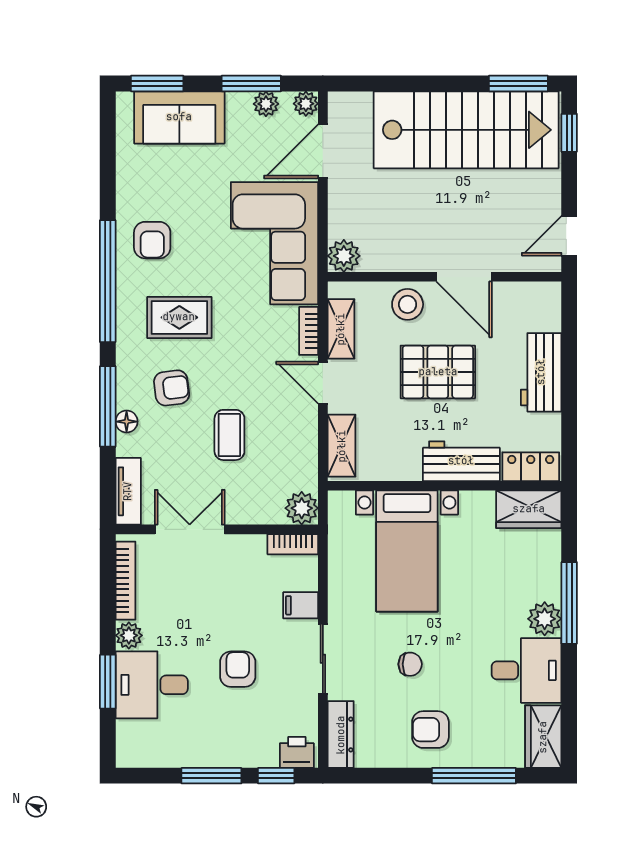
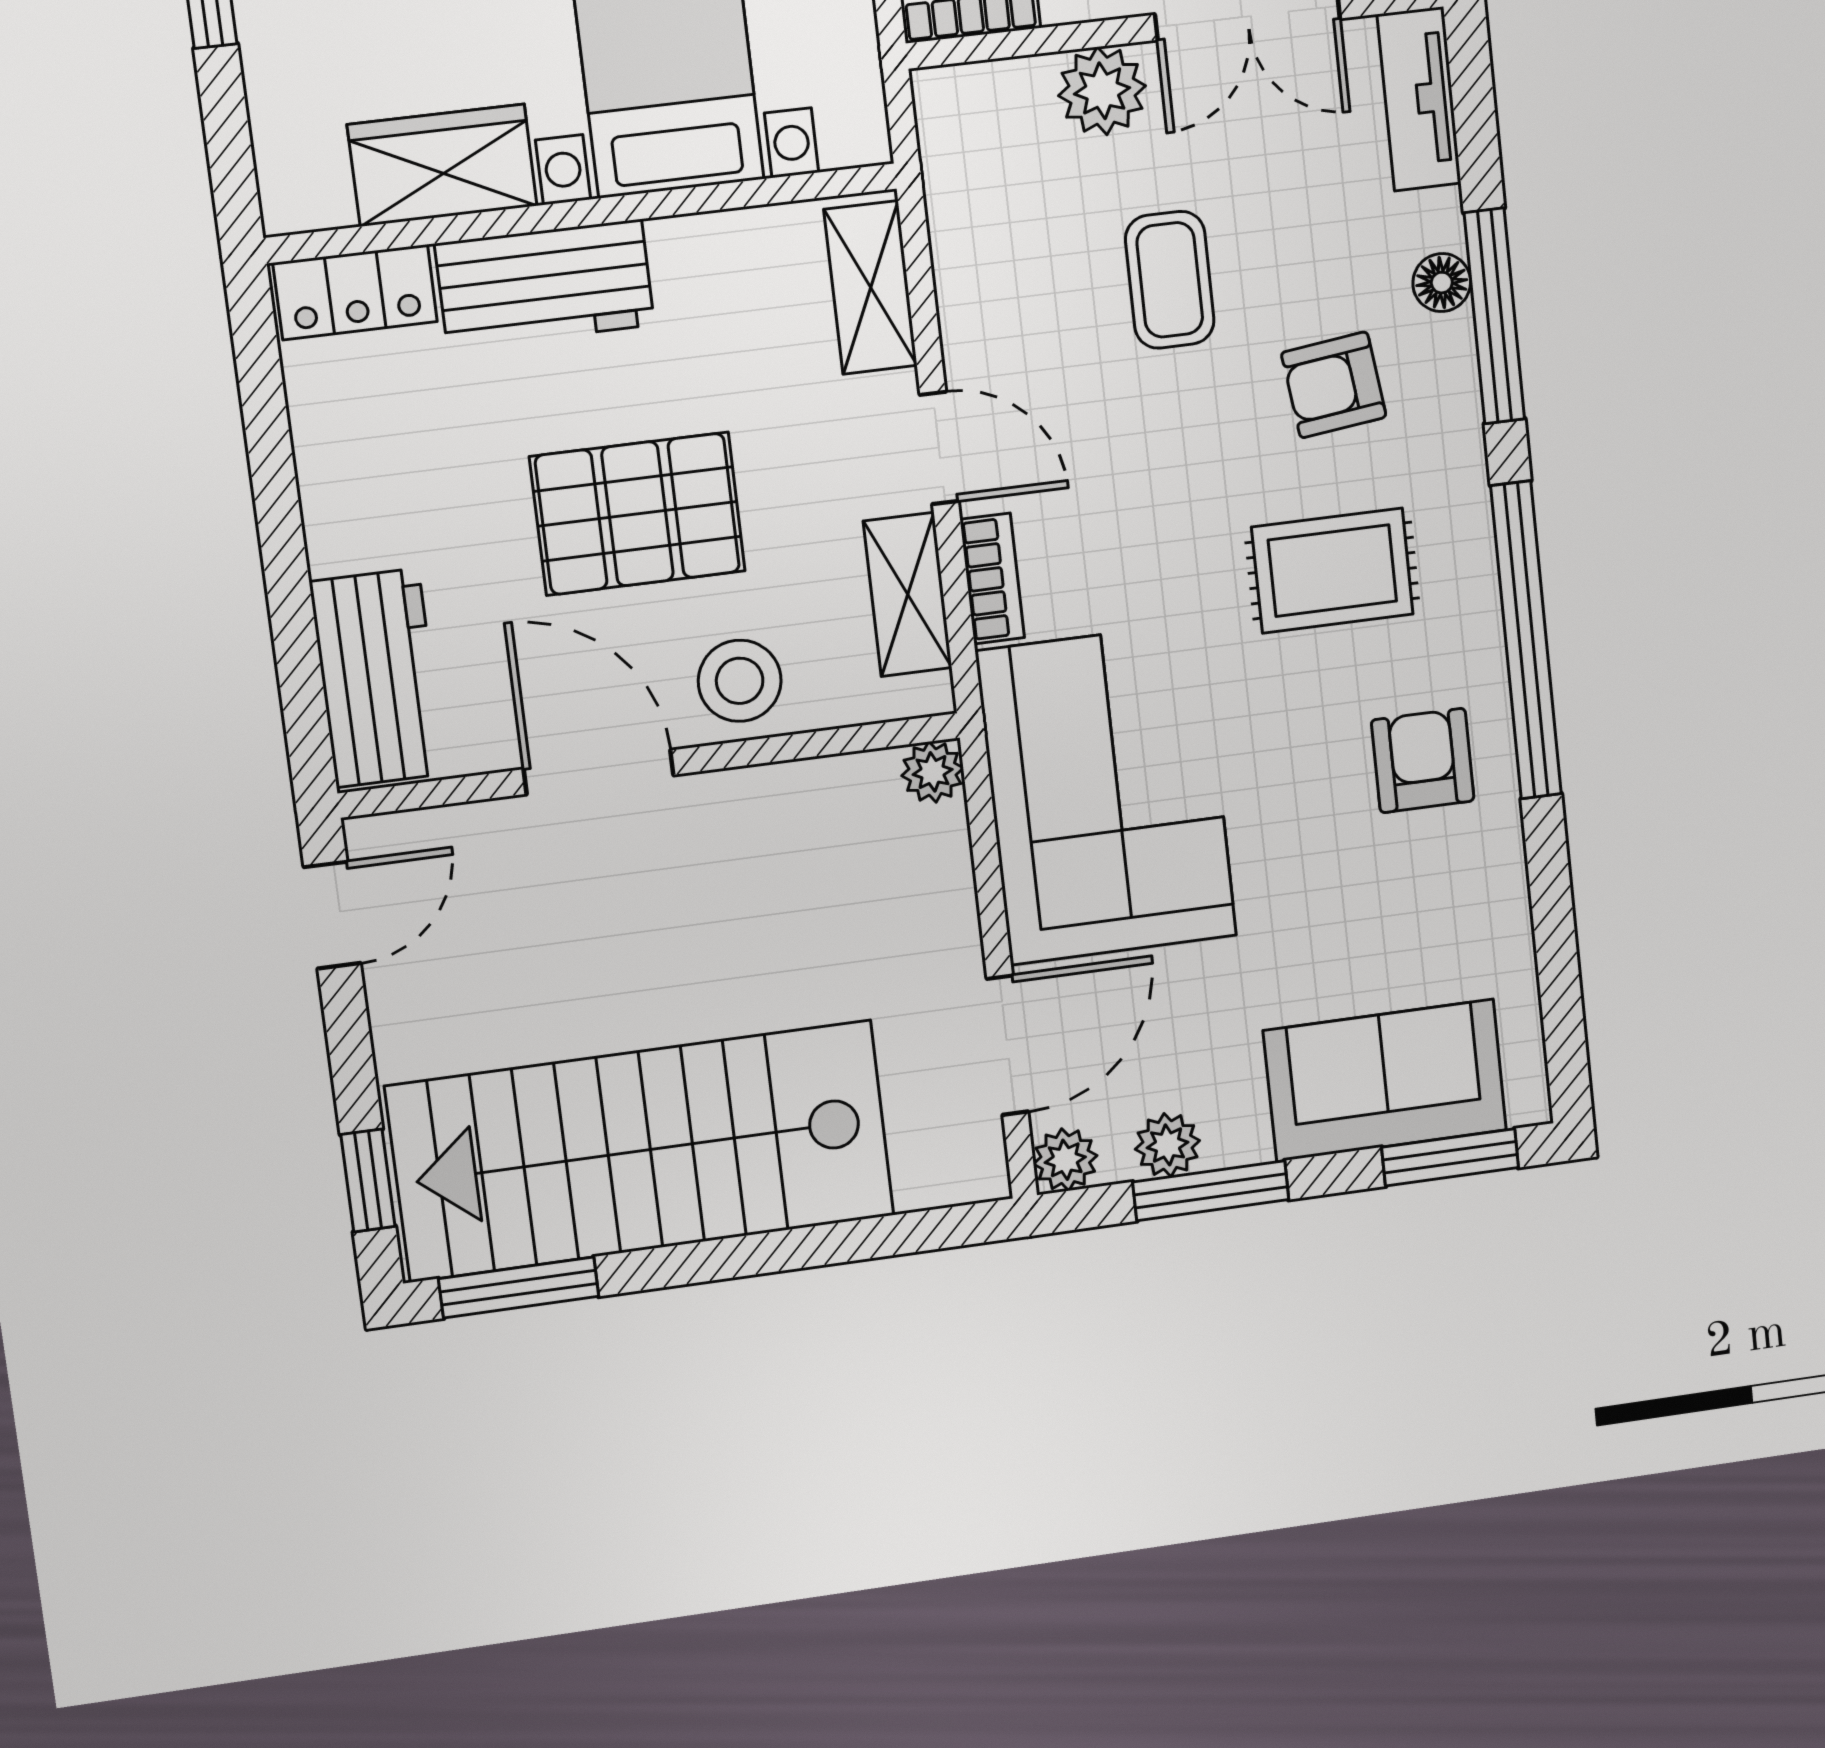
plant: (344, 256) -> (933, 772), width x0.73, depth x0.73
workbench: (541, 372) -> (377, 678), moved
plant: (302, 508) -> (1102, 91), moved
wardrobe: (529, 509) -> (442, 165), moved

